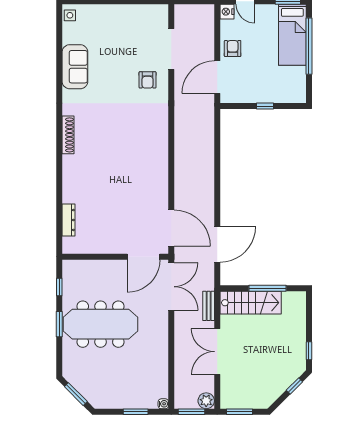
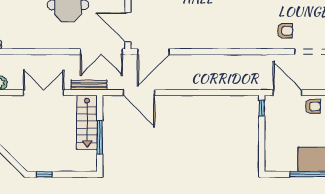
armchair: (148, 80) -> (285, 31), turned 180
window: (265, 106) -> (262, 108), moved
bench: (209, 306) -> (89, 85), width x1.36
window: (294, 386) -> (13, 161), removed

